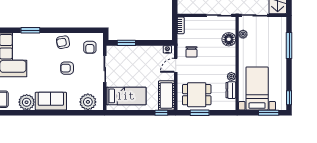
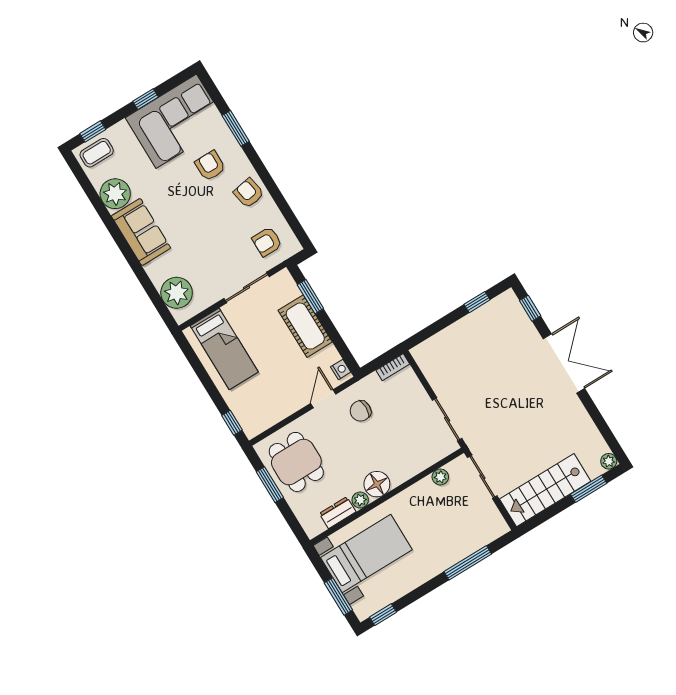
floor lamp: (229, 39) -> (377, 484), moved
door: (176, 65) -> (323, 399), hinge flipped
armchair: (67, 68) -> (210, 166), moved
cot: (166, 95) -> (305, 326), moved, turned 90

